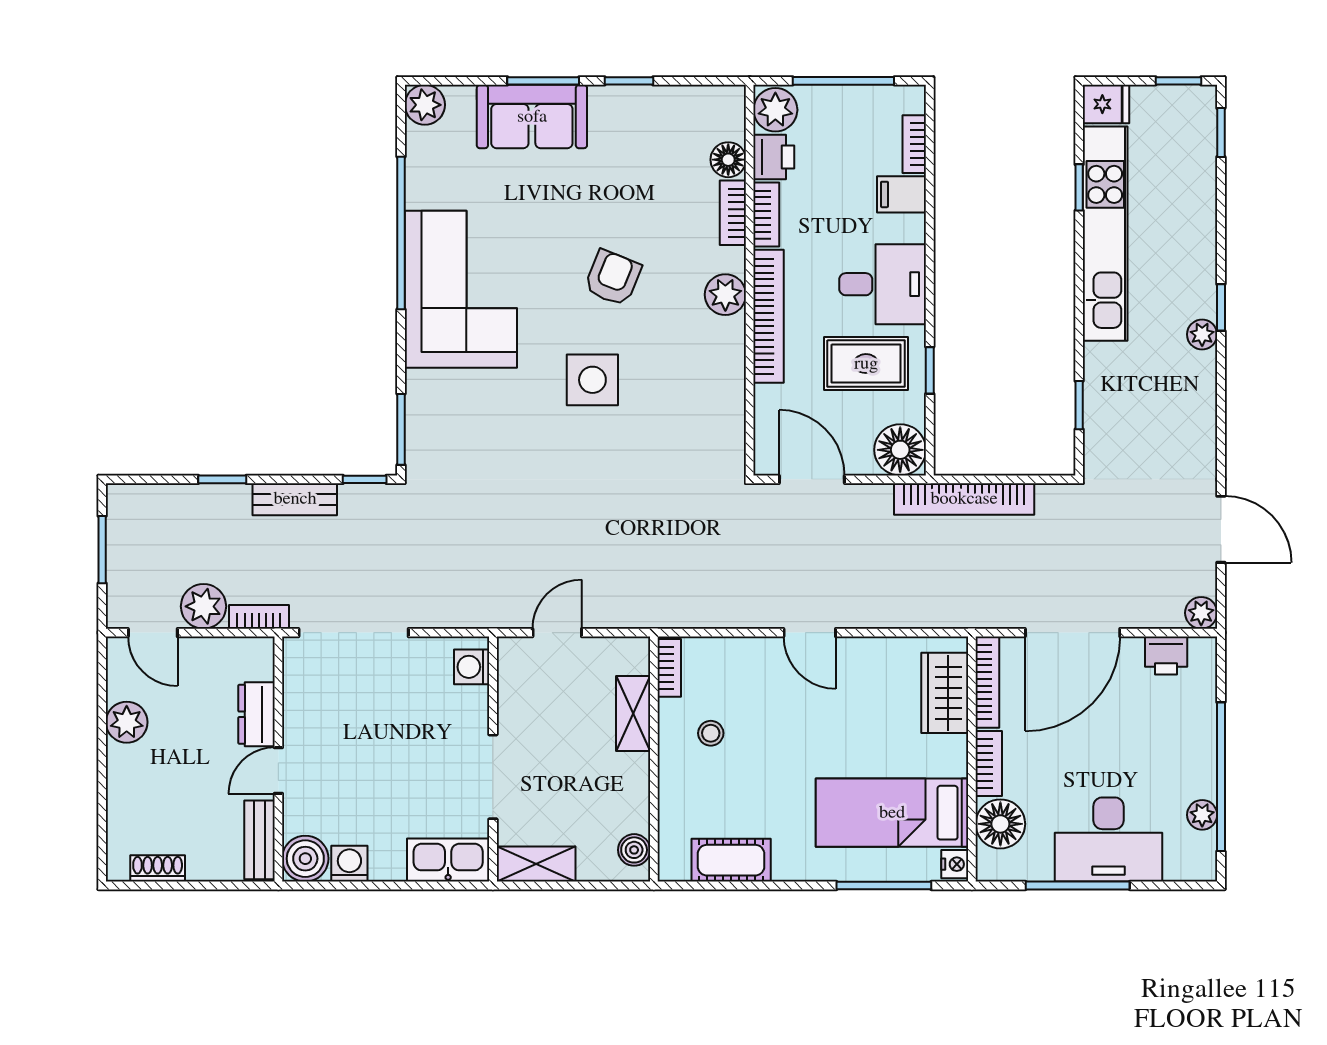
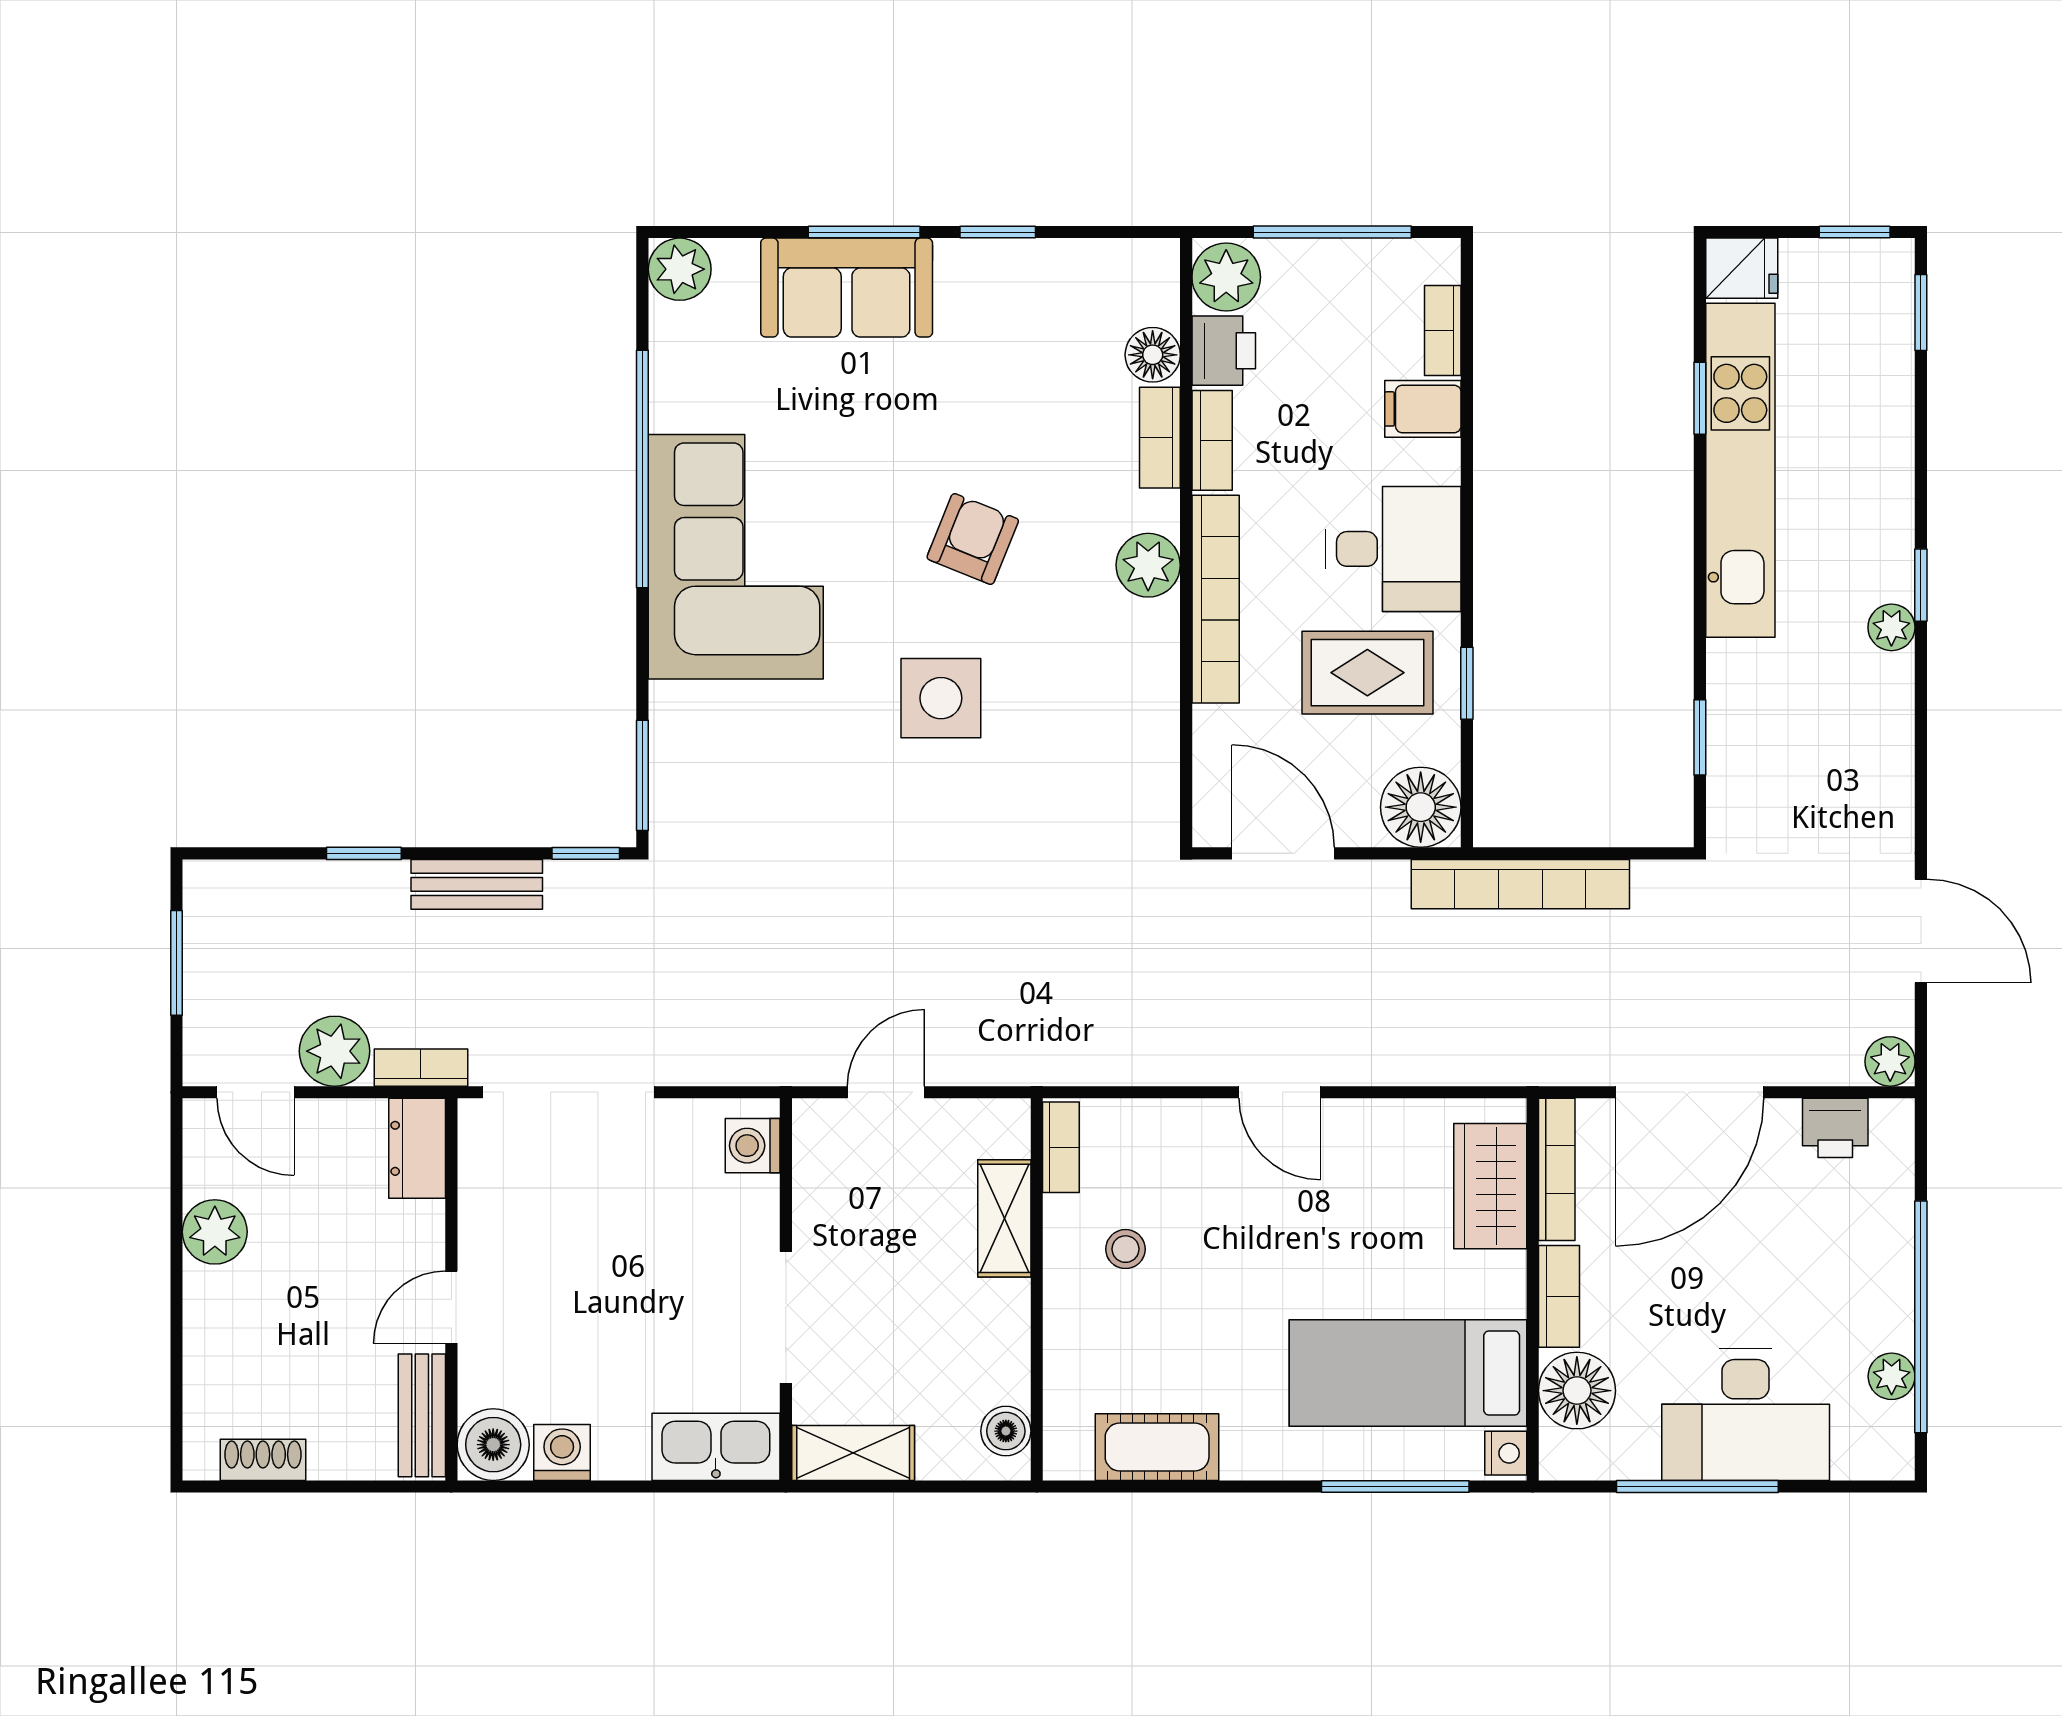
dresser: (256, 714) -> (417, 1148), moved

